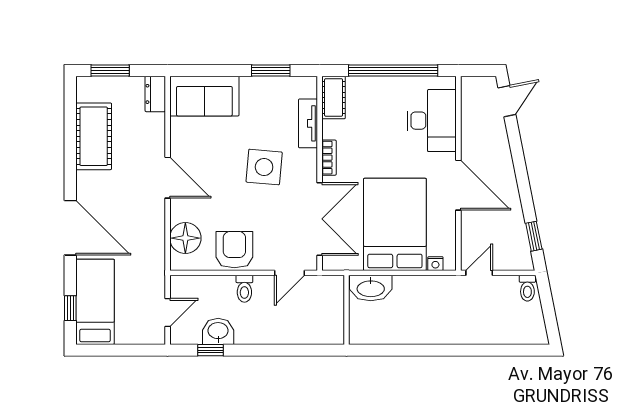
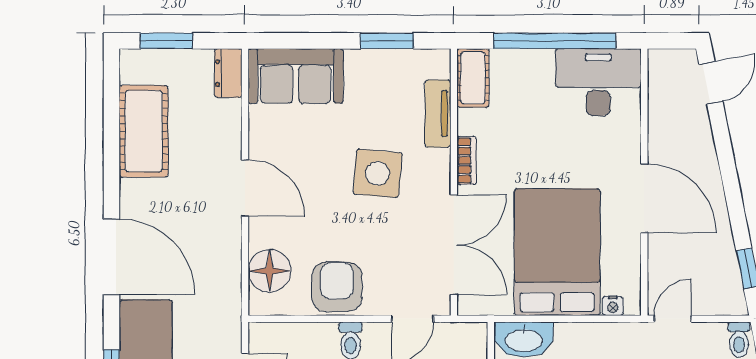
desk: (432, 121) -> (598, 82), moved, turned -90

